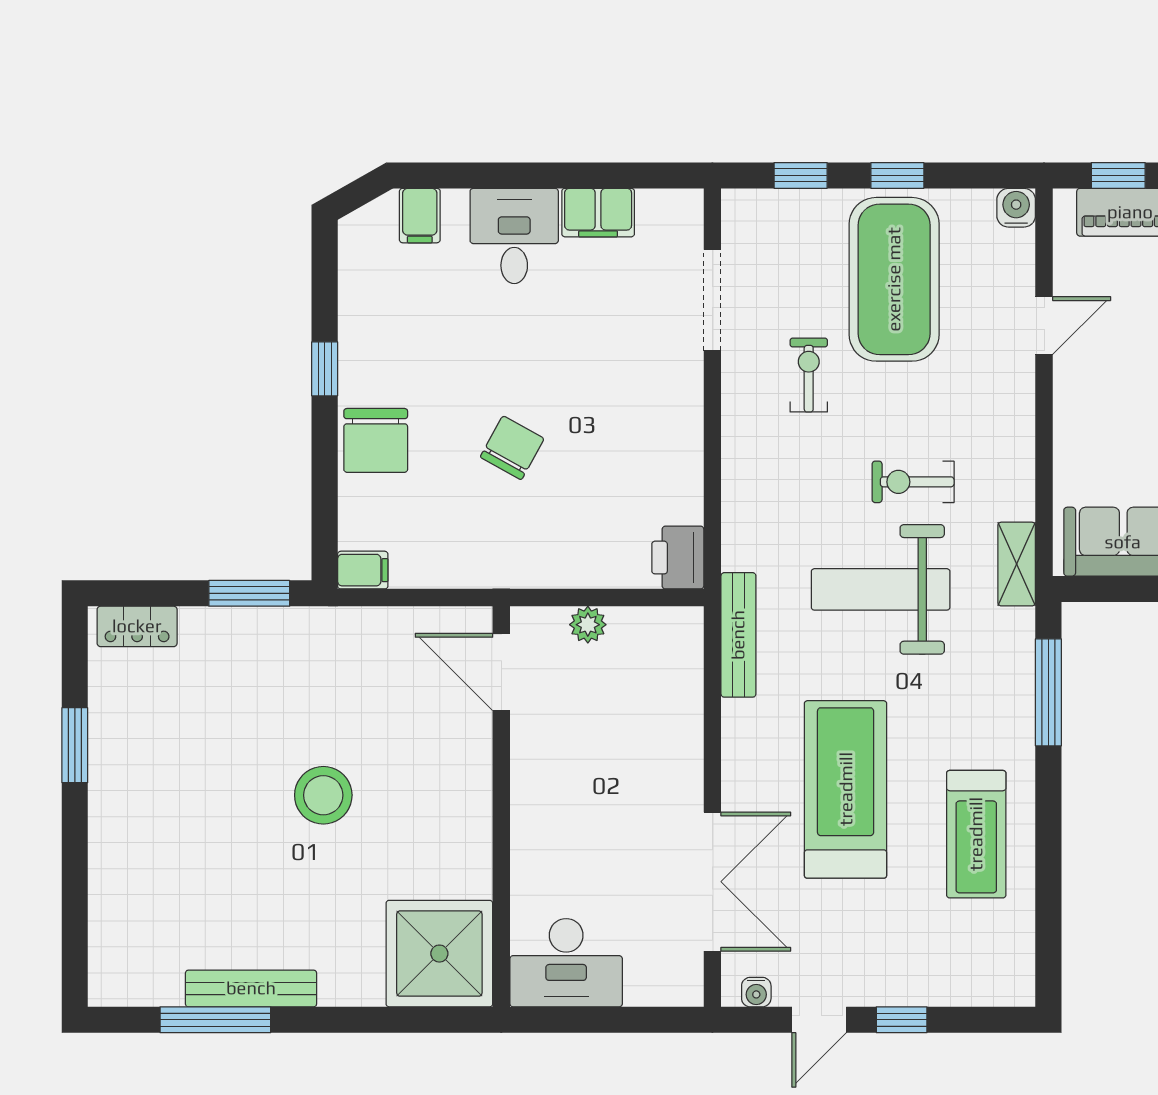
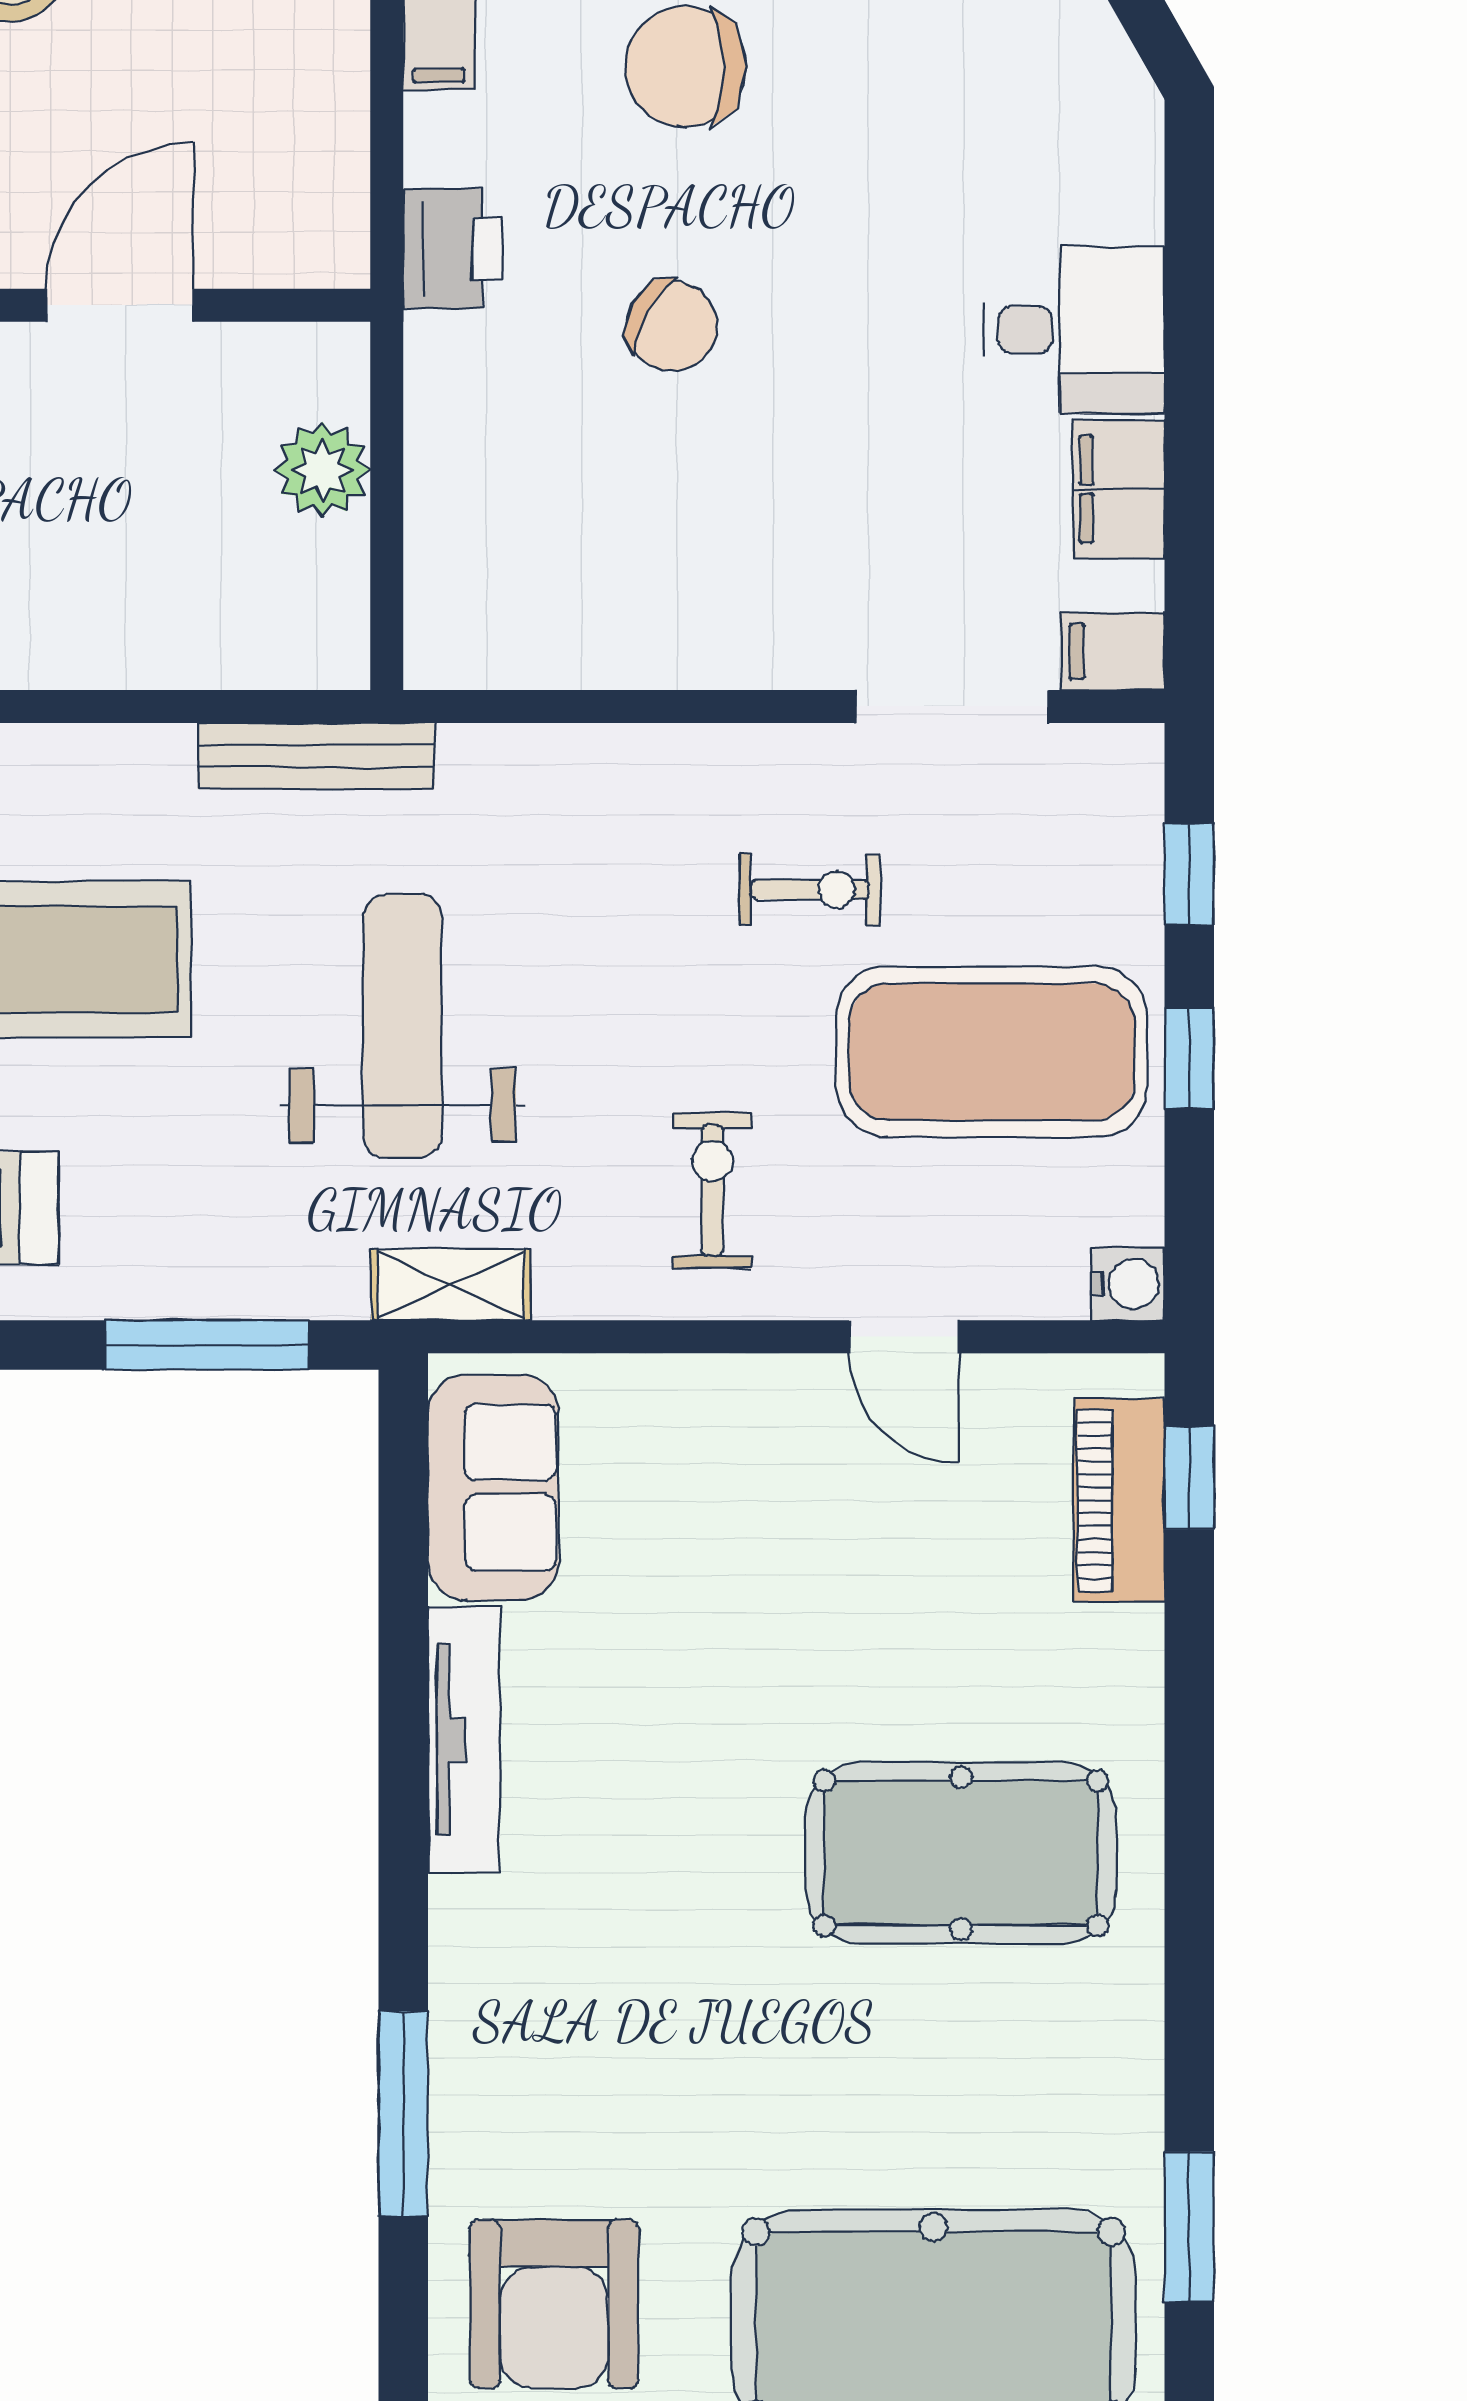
filing cabinet: (420, 216) -> (1113, 651), moved
exercise bike: (913, 482) -> (712, 1190), moved
printer: (678, 558) -> (453, 249), moved, turned 90
plant: (588, 625) -> (322, 470), width x1.38, depth x1.38
door: (501, 672) -> (120, 305), moved

